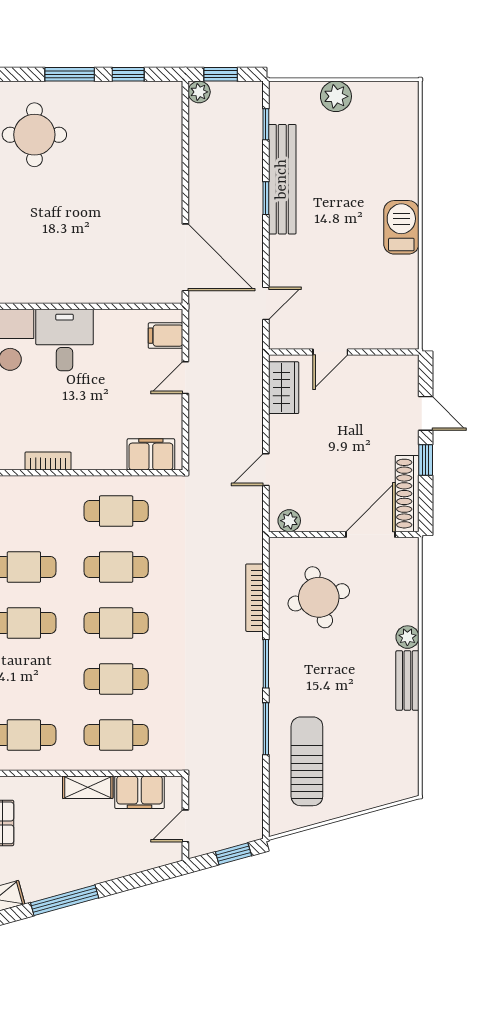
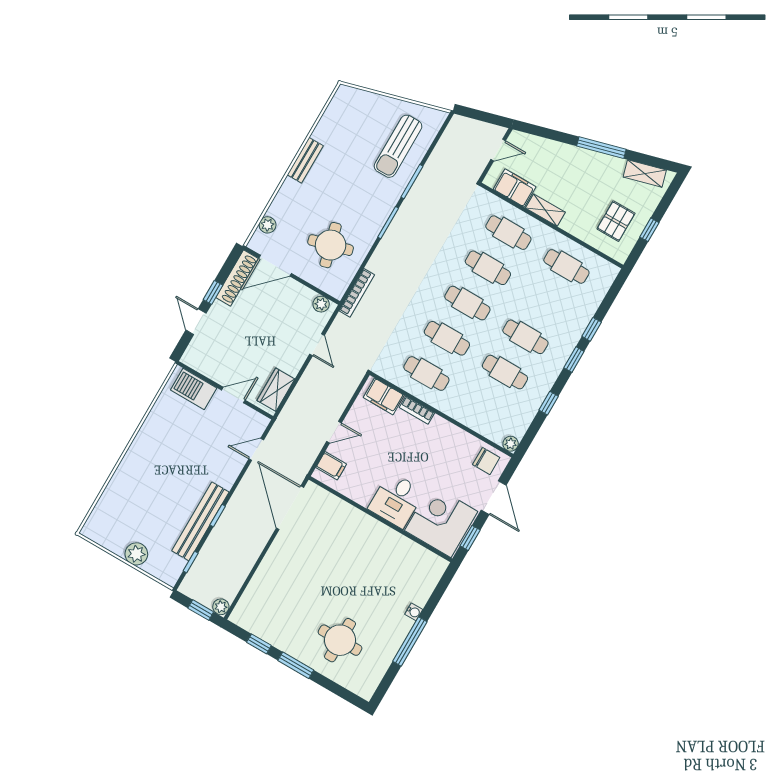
barbecue: (401, 227) -> (194, 389), moved, turned 90
bookcase: (48, 461) -> (417, 410), moved
door: (266, 470) -> (317, 345), hinge flipped
bookcase: (255, 598) -> (357, 293), moved
plant: (407, 637) -> (268, 225), moved
window: (233, 854) -> (478, 115), removed

